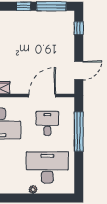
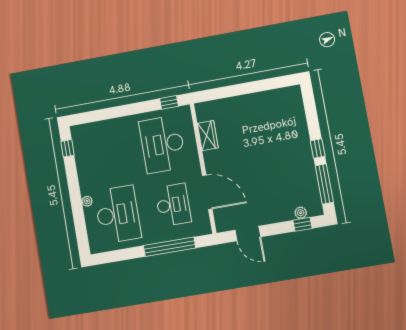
plant: (70, 28) -> (301, 213), added
desk: (47, 123) -> (173, 205), width x1.37

